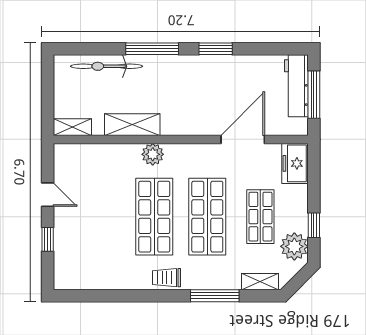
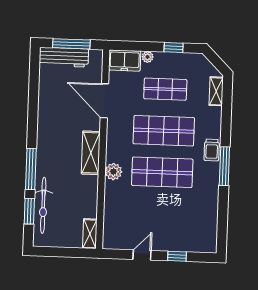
window: (216, 49) -> (29, 211), moved
shelving: (132, 125) -> (91, 153), moved
plant: (294, 246) -> (148, 57), moved, width x0.53, depth x0.53
trolley: (166, 278) -> (212, 150), moved
window: (215, 296) -> (224, 166), moved

